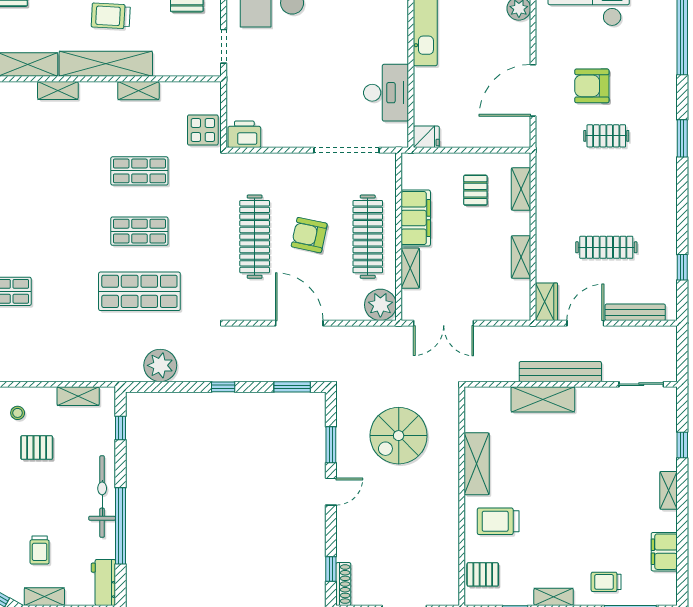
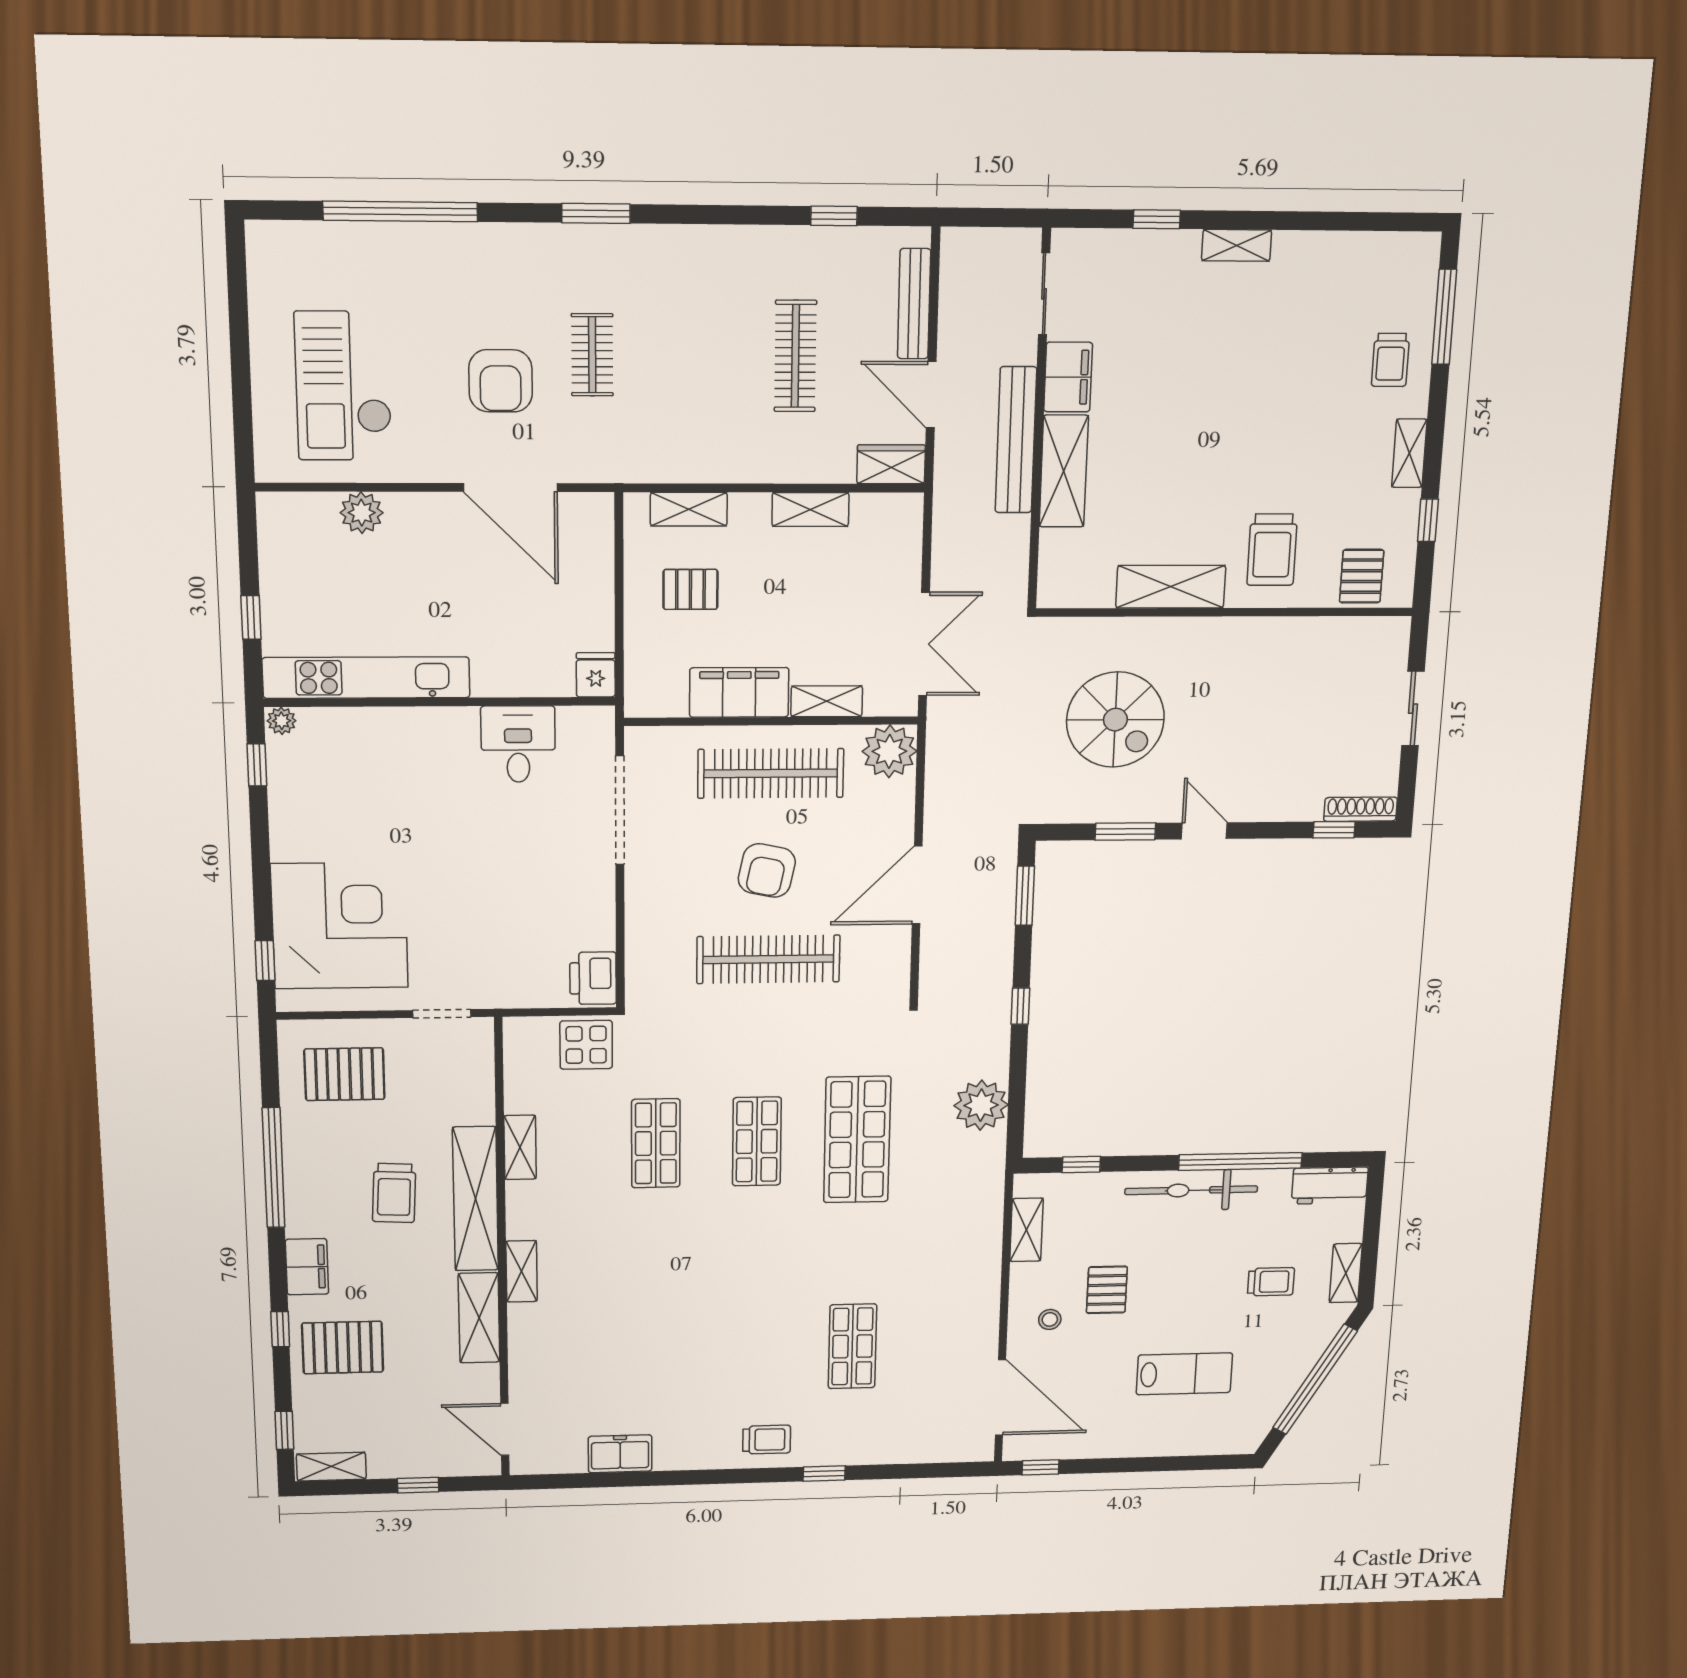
desk: (386, 93) -> (518, 744), width x0.73
filing cabinet: (664, 552) -> (1068, 377), moved, turned -90

